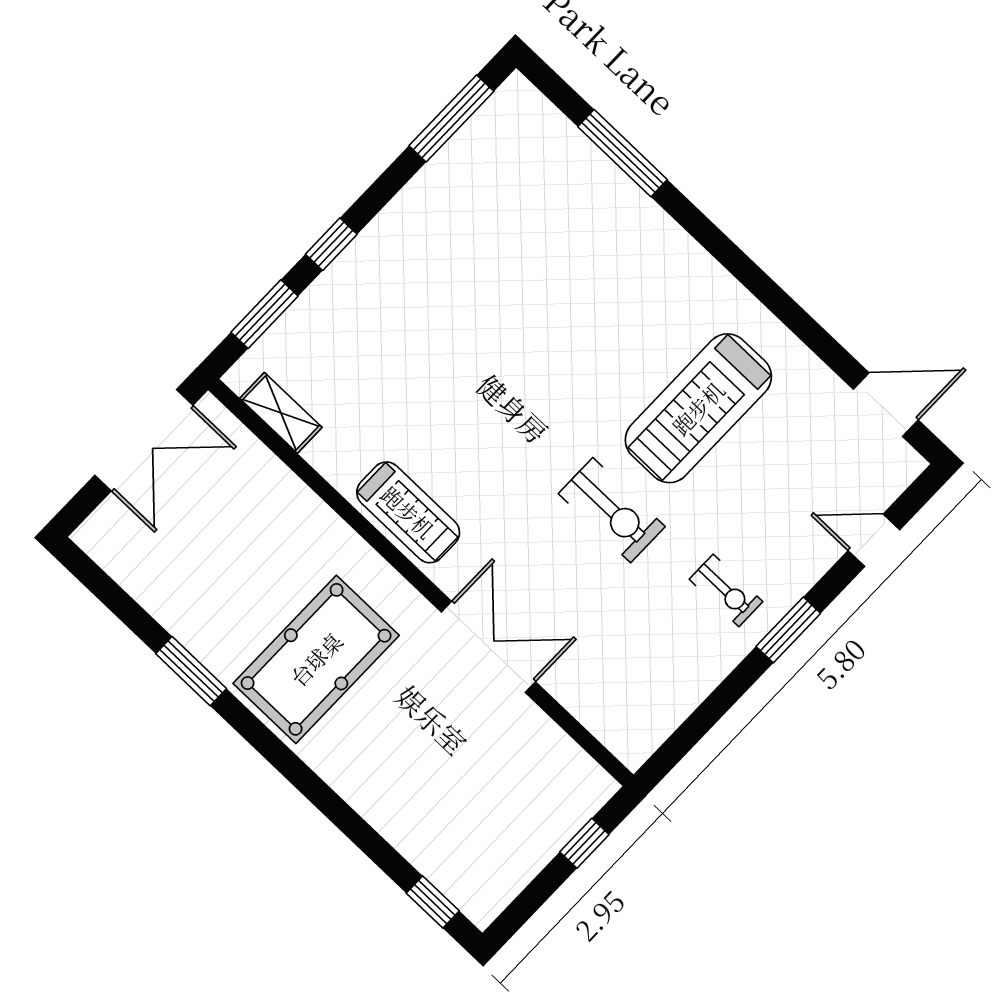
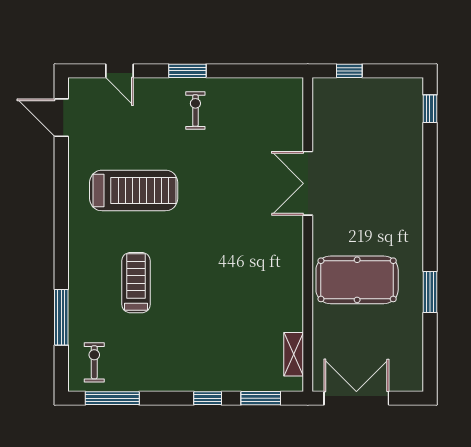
exercise bike: (612, 510) -> (94, 362), moved, width x0.73, depth x0.72
treadmill: (408, 512) -> (136, 283), moved
pool table: (316, 659) -> (357, 280), moved

